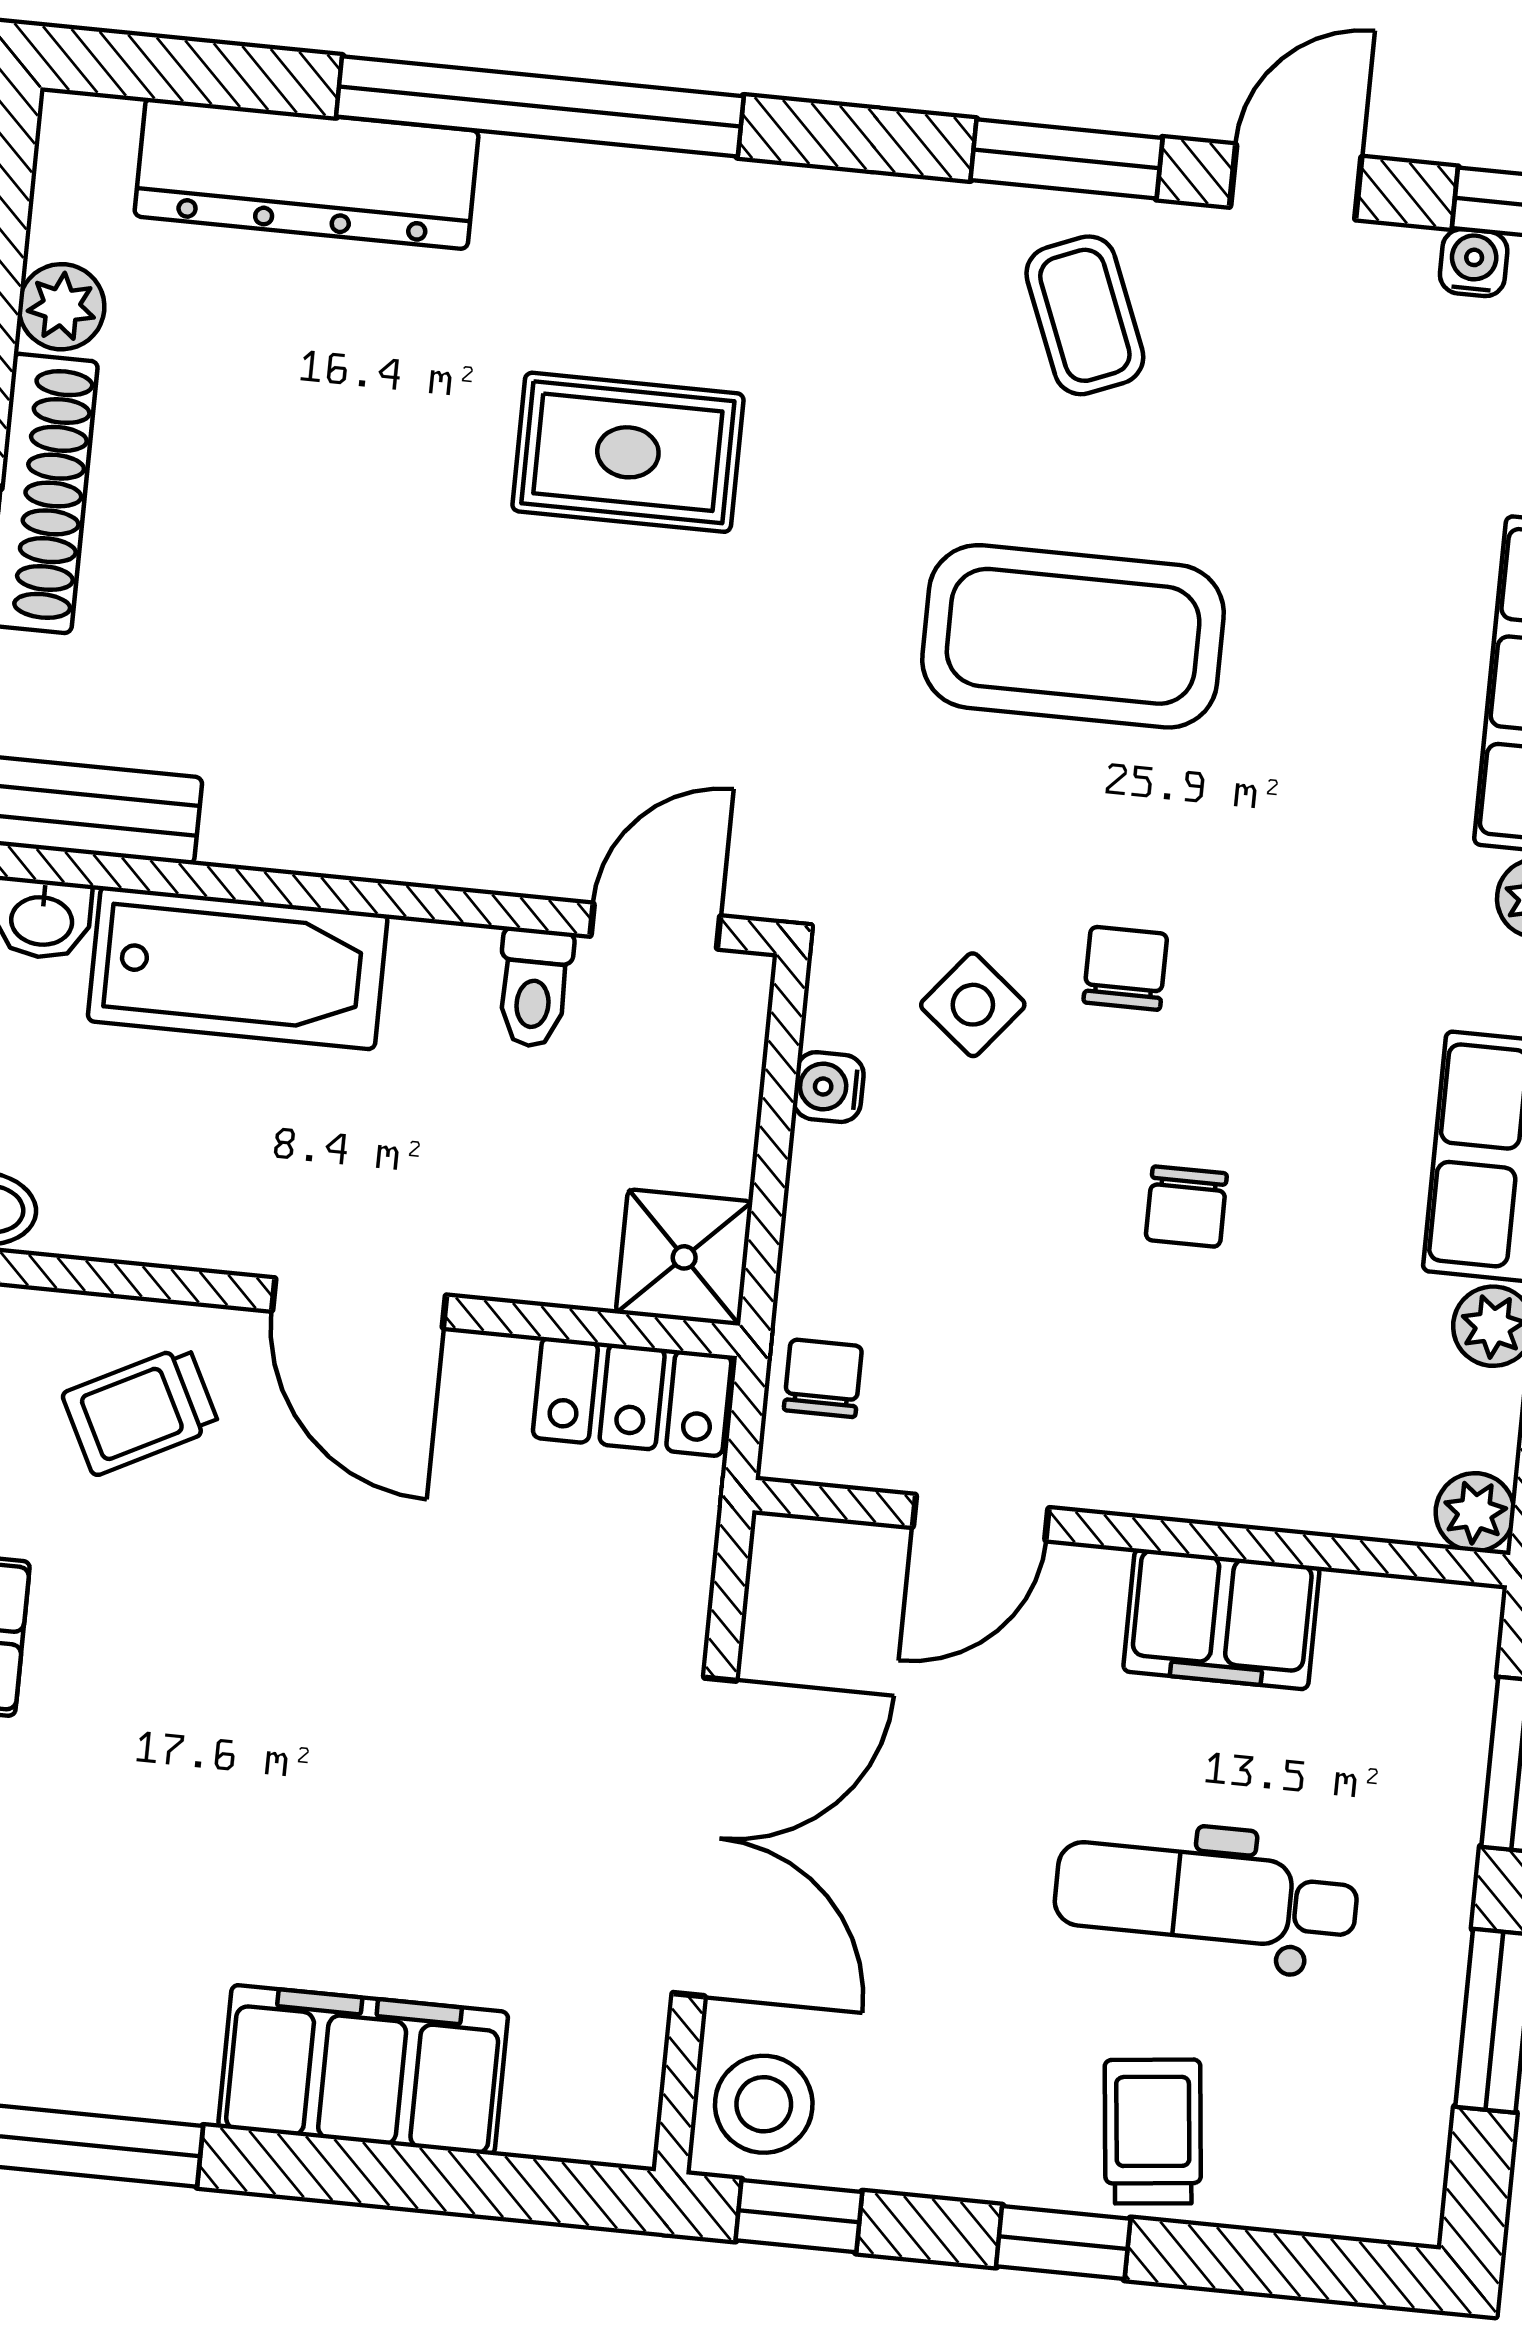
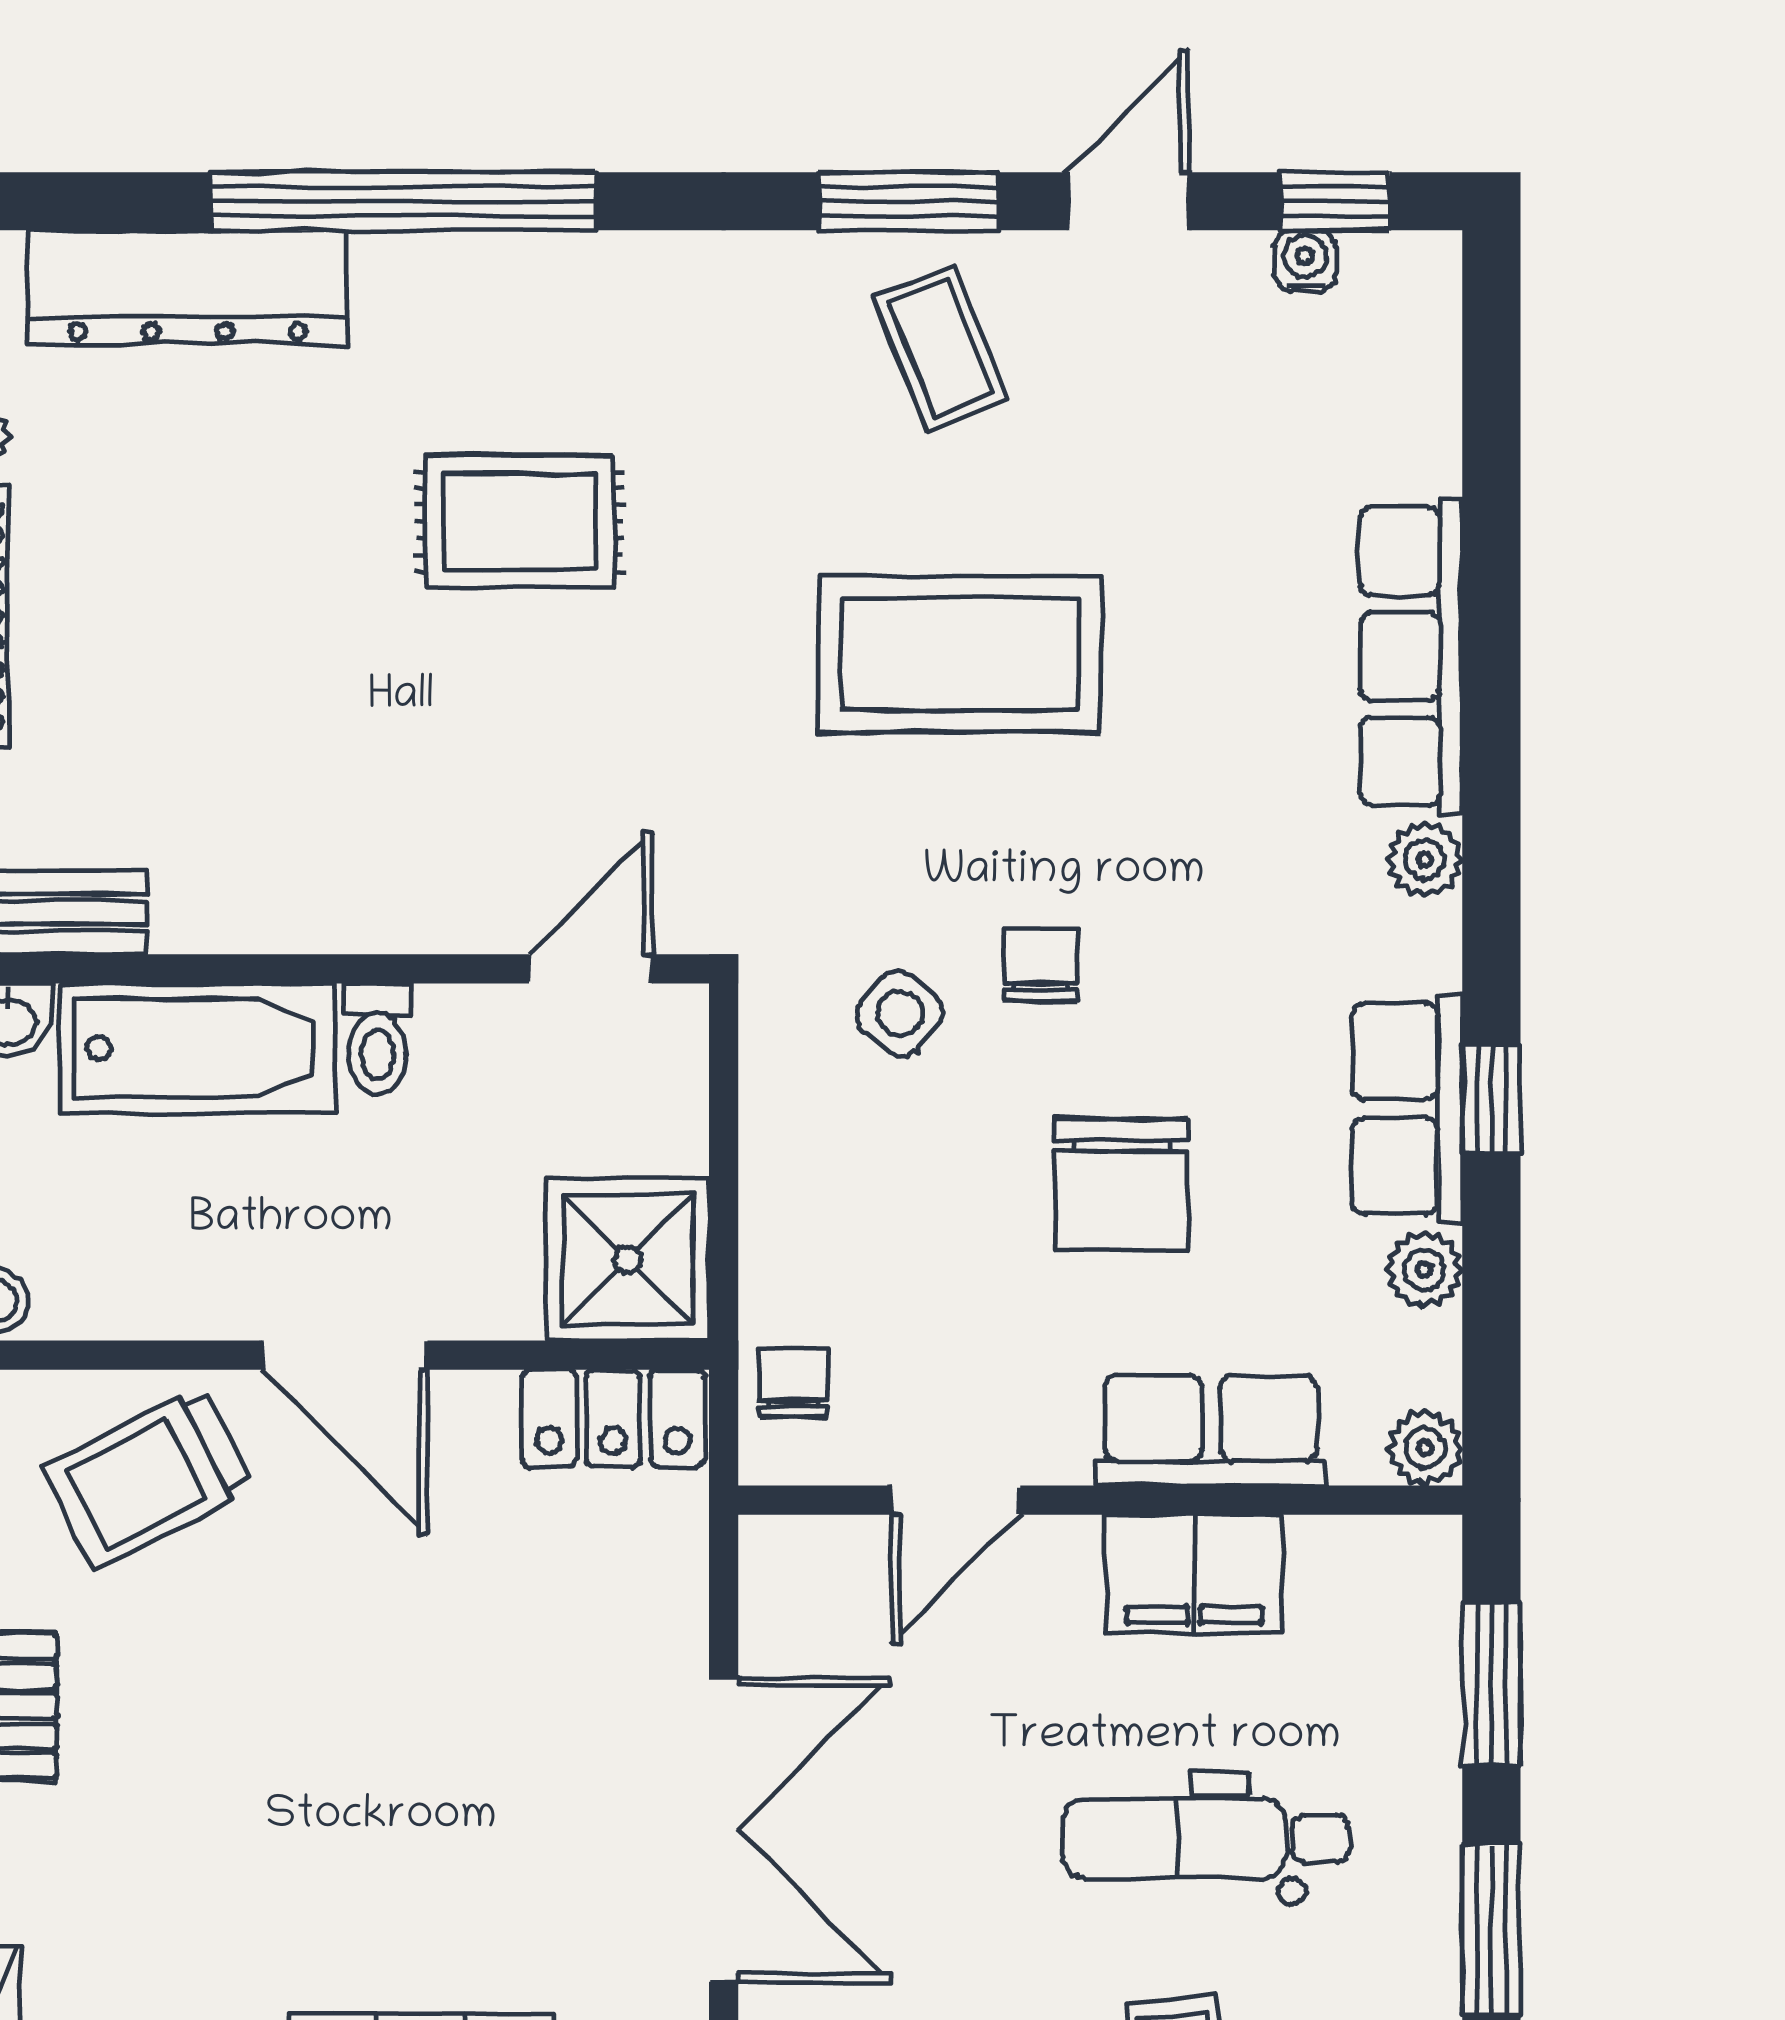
toilet: (534, 988) -> (377, 1039), moved
water cooler: (828, 1087) -> (770, 1105), removed
chair: (1186, 1207) -> (1122, 1185), width x1.87, depth x1.87
shower: (684, 1257) -> (628, 1259), width x1.36, depth x1.36
trolley: (141, 1410) -> (148, 1478), width x1.36, depth x1.39
row of seats: (1254, 1472) -> (1211, 1430), added

